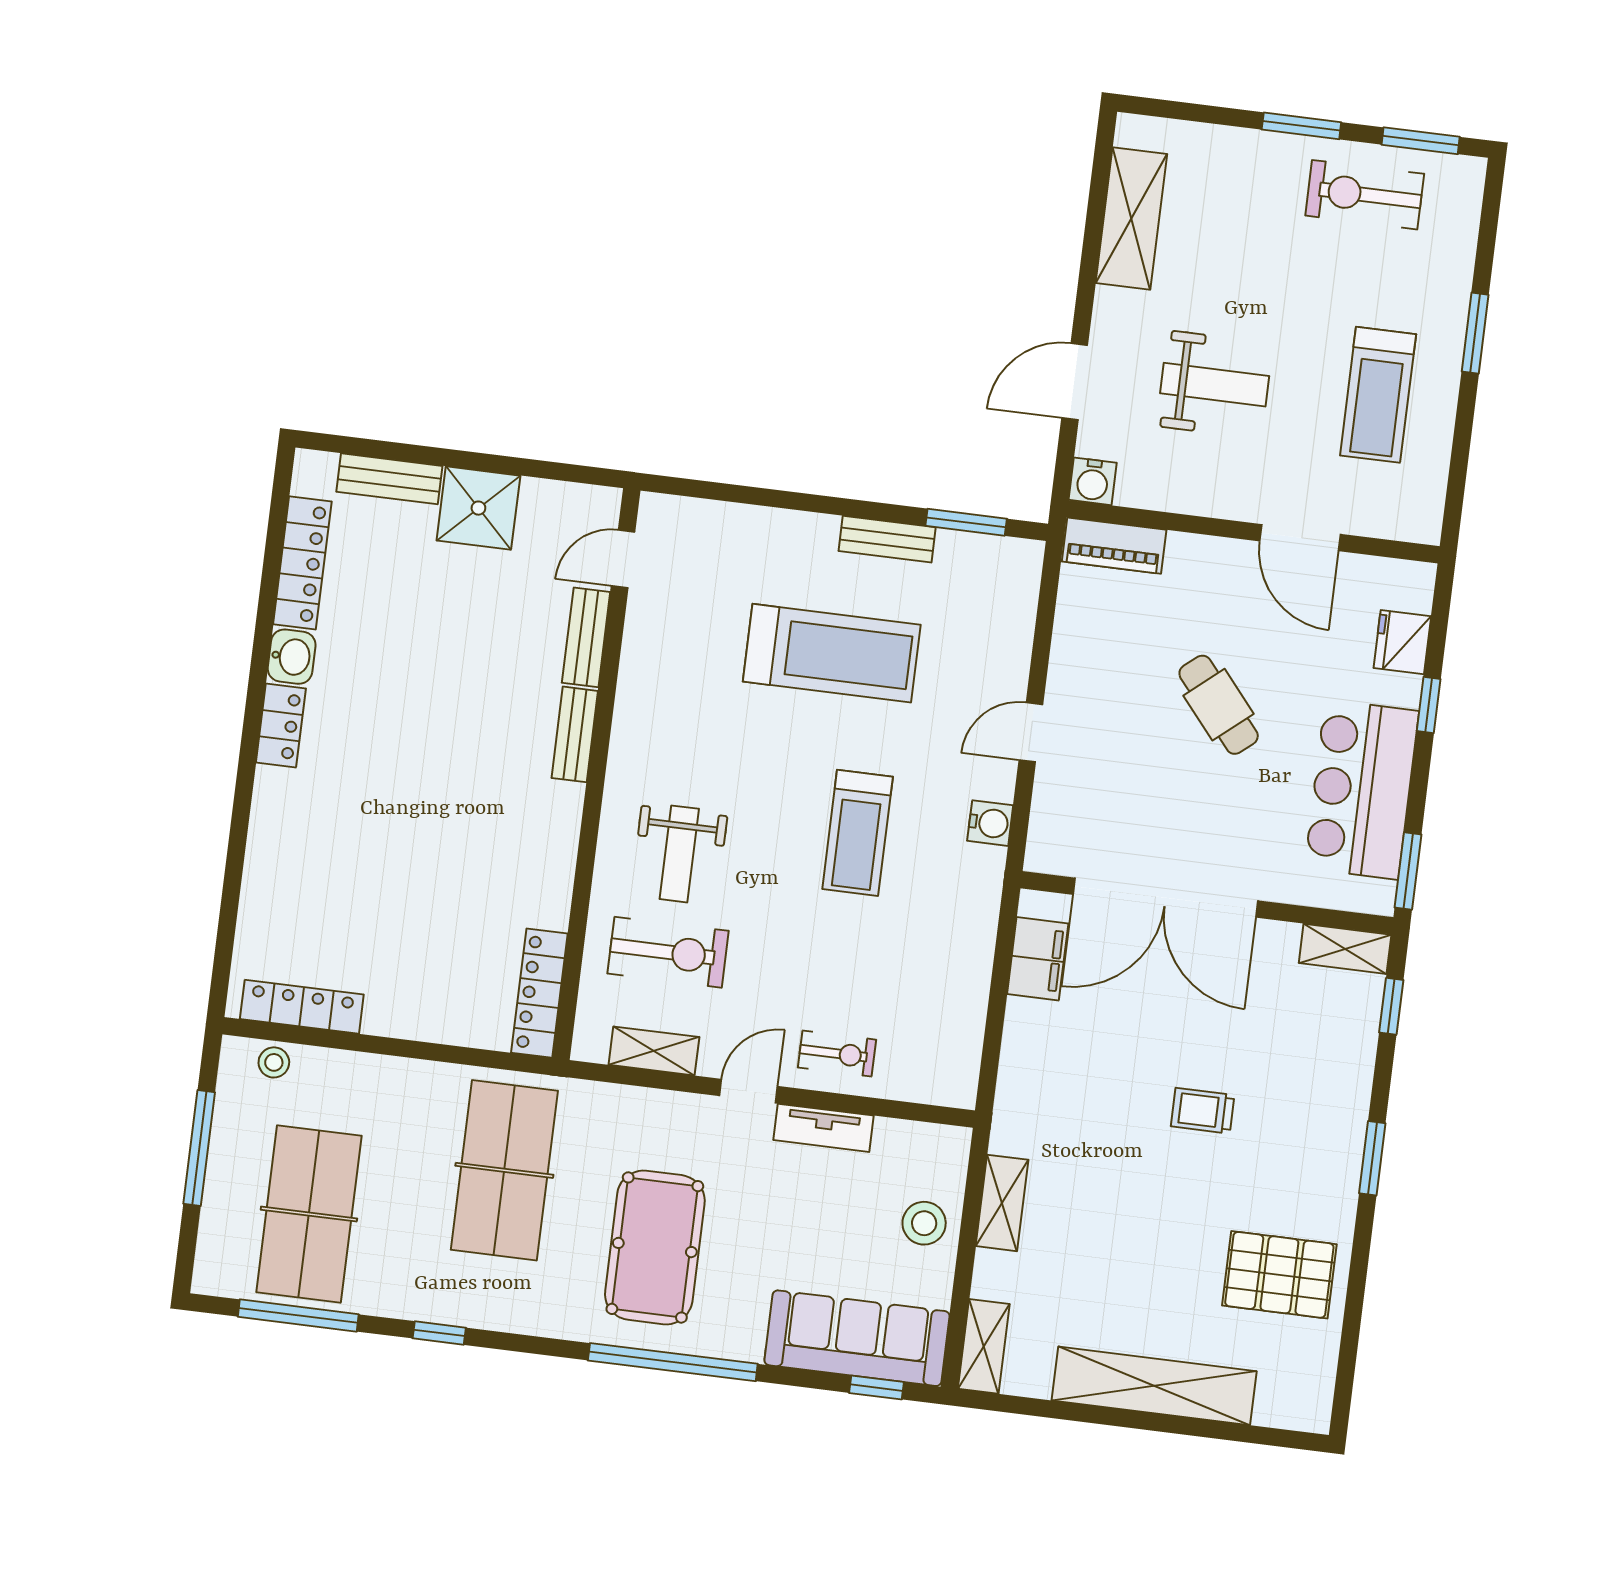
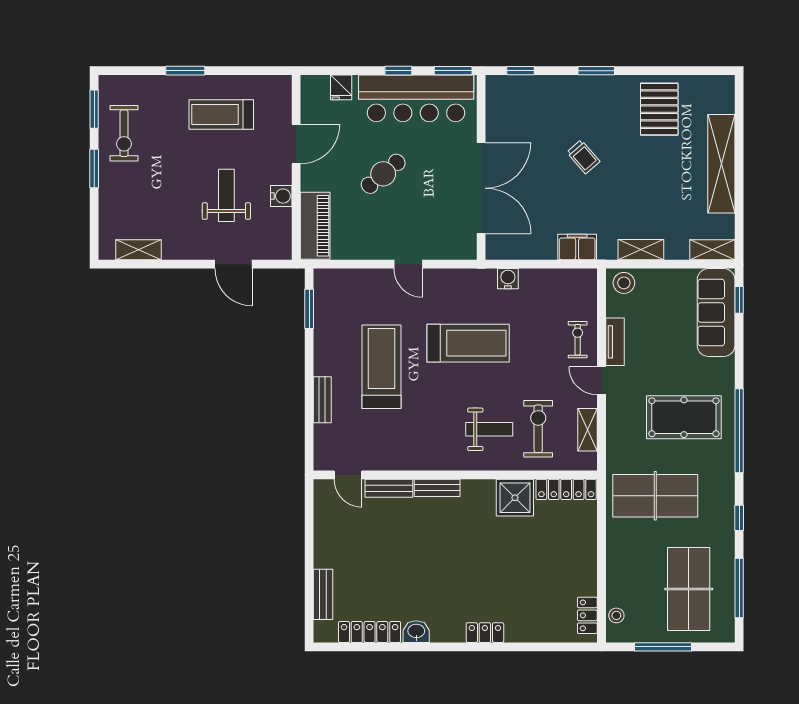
shelving: (1131, 218) -> (139, 250), width x0.67, depth x0.75
treadmill: (1378, 395) -> (221, 115), turned 180
water cooler: (1093, 481) -> (281, 196), moved
shower: (478, 508) -> (515, 498), moved
bench: (887, 539) -> (322, 400), moved
piano: (1114, 546) -> (315, 226), width x1.37, depth x1.33
fridge: (1402, 642) -> (341, 87), width x0.72
window: (1429, 705) -> (398, 71), moved
locker: (281, 725) -> (485, 633), moved
bar counter: (1362, 790) -> (416, 98), width x1.36
water cooler: (990, 823) -> (508, 279), moved
treadmill: (858, 833) -> (468, 343), width x1.37, depth x1.38
shelving: (1345, 949) -> (495, 97), removed
filing cabinet: (1038, 959) -> (577, 247), moved
locker: (302, 1007) -> (587, 615), width x0.66
trolley: (1203, 1111) -> (583, 157), turned -41
table tennis table: (309, 1214) -> (689, 589), turned 90
stool: (924, 1223) -> (624, 283), moved
window: (673, 1362) -> (739, 431), moved

